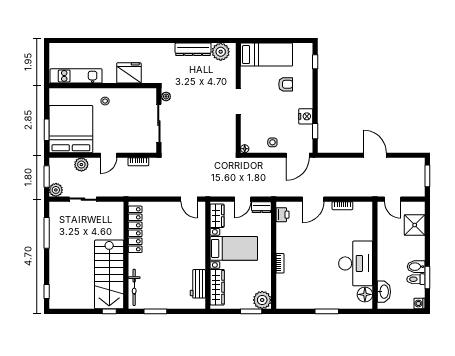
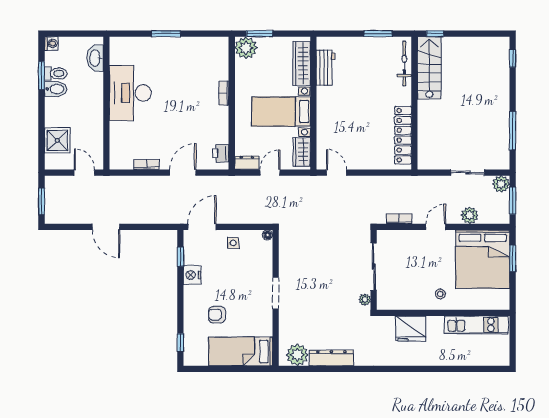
stairs: (109, 274) -> (429, 68), width x0.73, depth x0.66
floor lamp: (365, 294) -> (119, 55), removed

